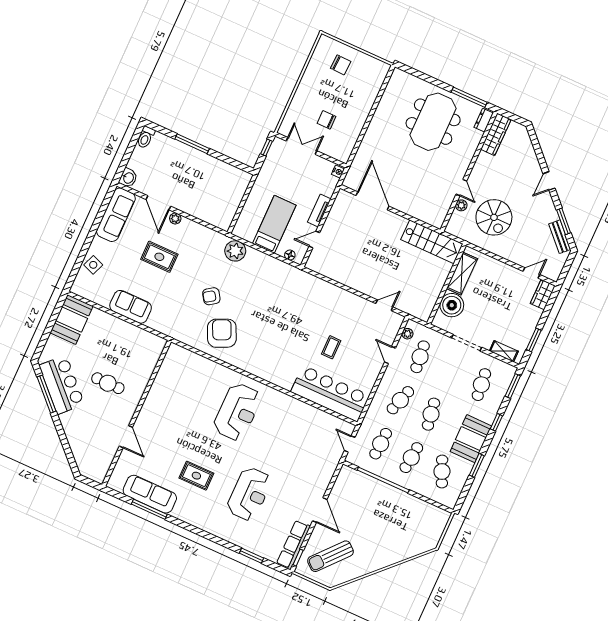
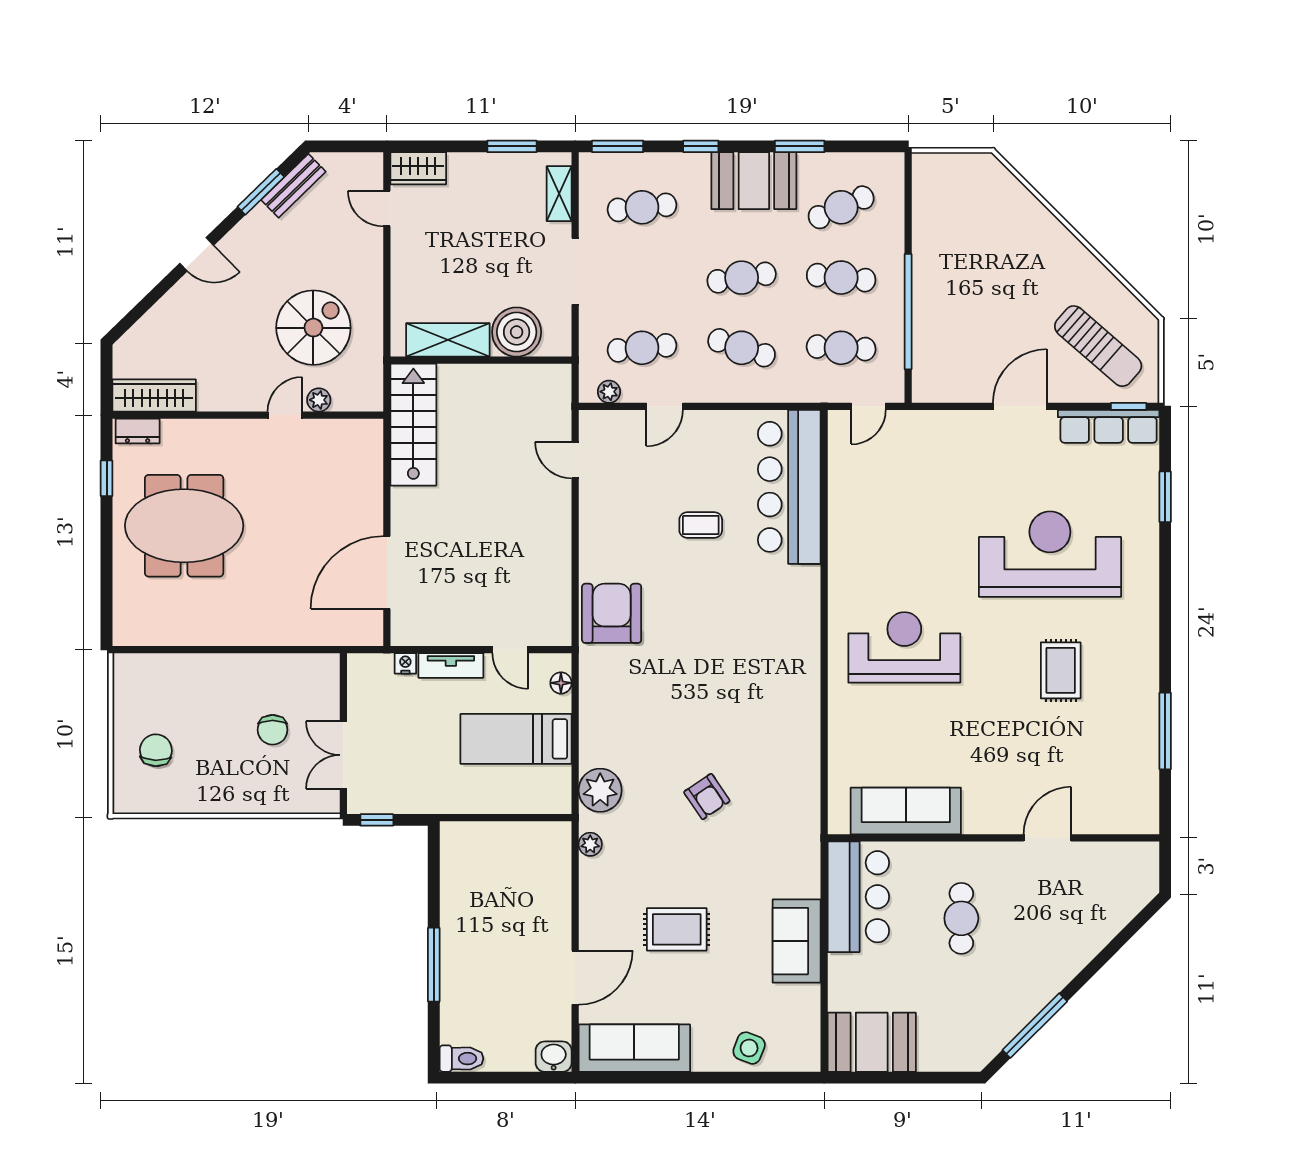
window: (469, 97) -> (107, 478), width x0.46
nightstand: (338, 172) -> (405, 663), moved
plant: (175, 218) -> (590, 844), moved
rug: (159, 257) -> (677, 929), turned 90
armchair: (222, 333) -> (612, 613), moved, turned 115
bar counter: (62, 385) -> (858, 897), moved, turned 135
sofa: (150, 494) -> (906, 811), moved, turned 90
reception desk: (249, 494) -> (1050, 554), width x1.36, depth x1.30

